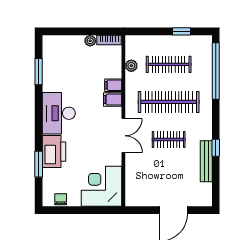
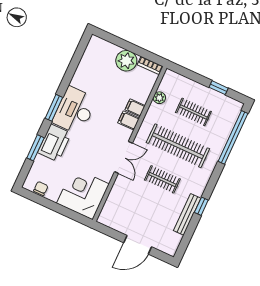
plant: (90, 41) -> (126, 61), width x1.88, depth x1.88
clothes rail: (169, 64) -> (193, 112), width x0.73
window: (39, 72) -> (54, 108), moved

